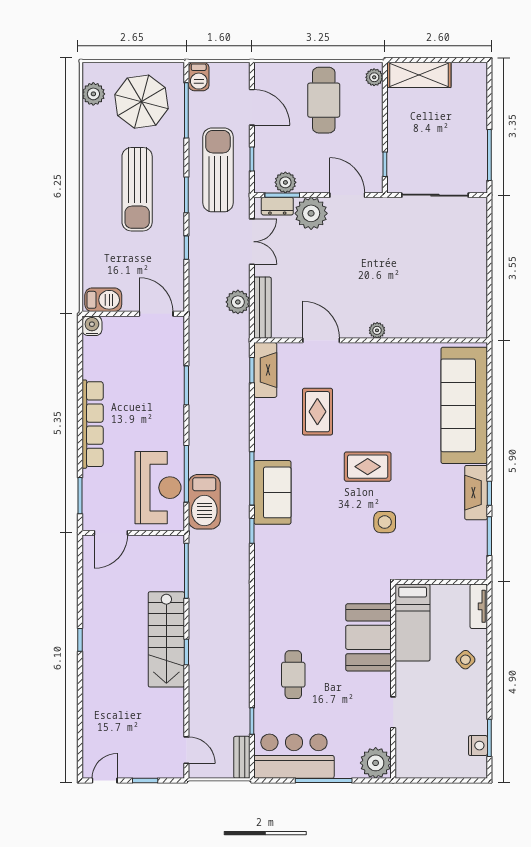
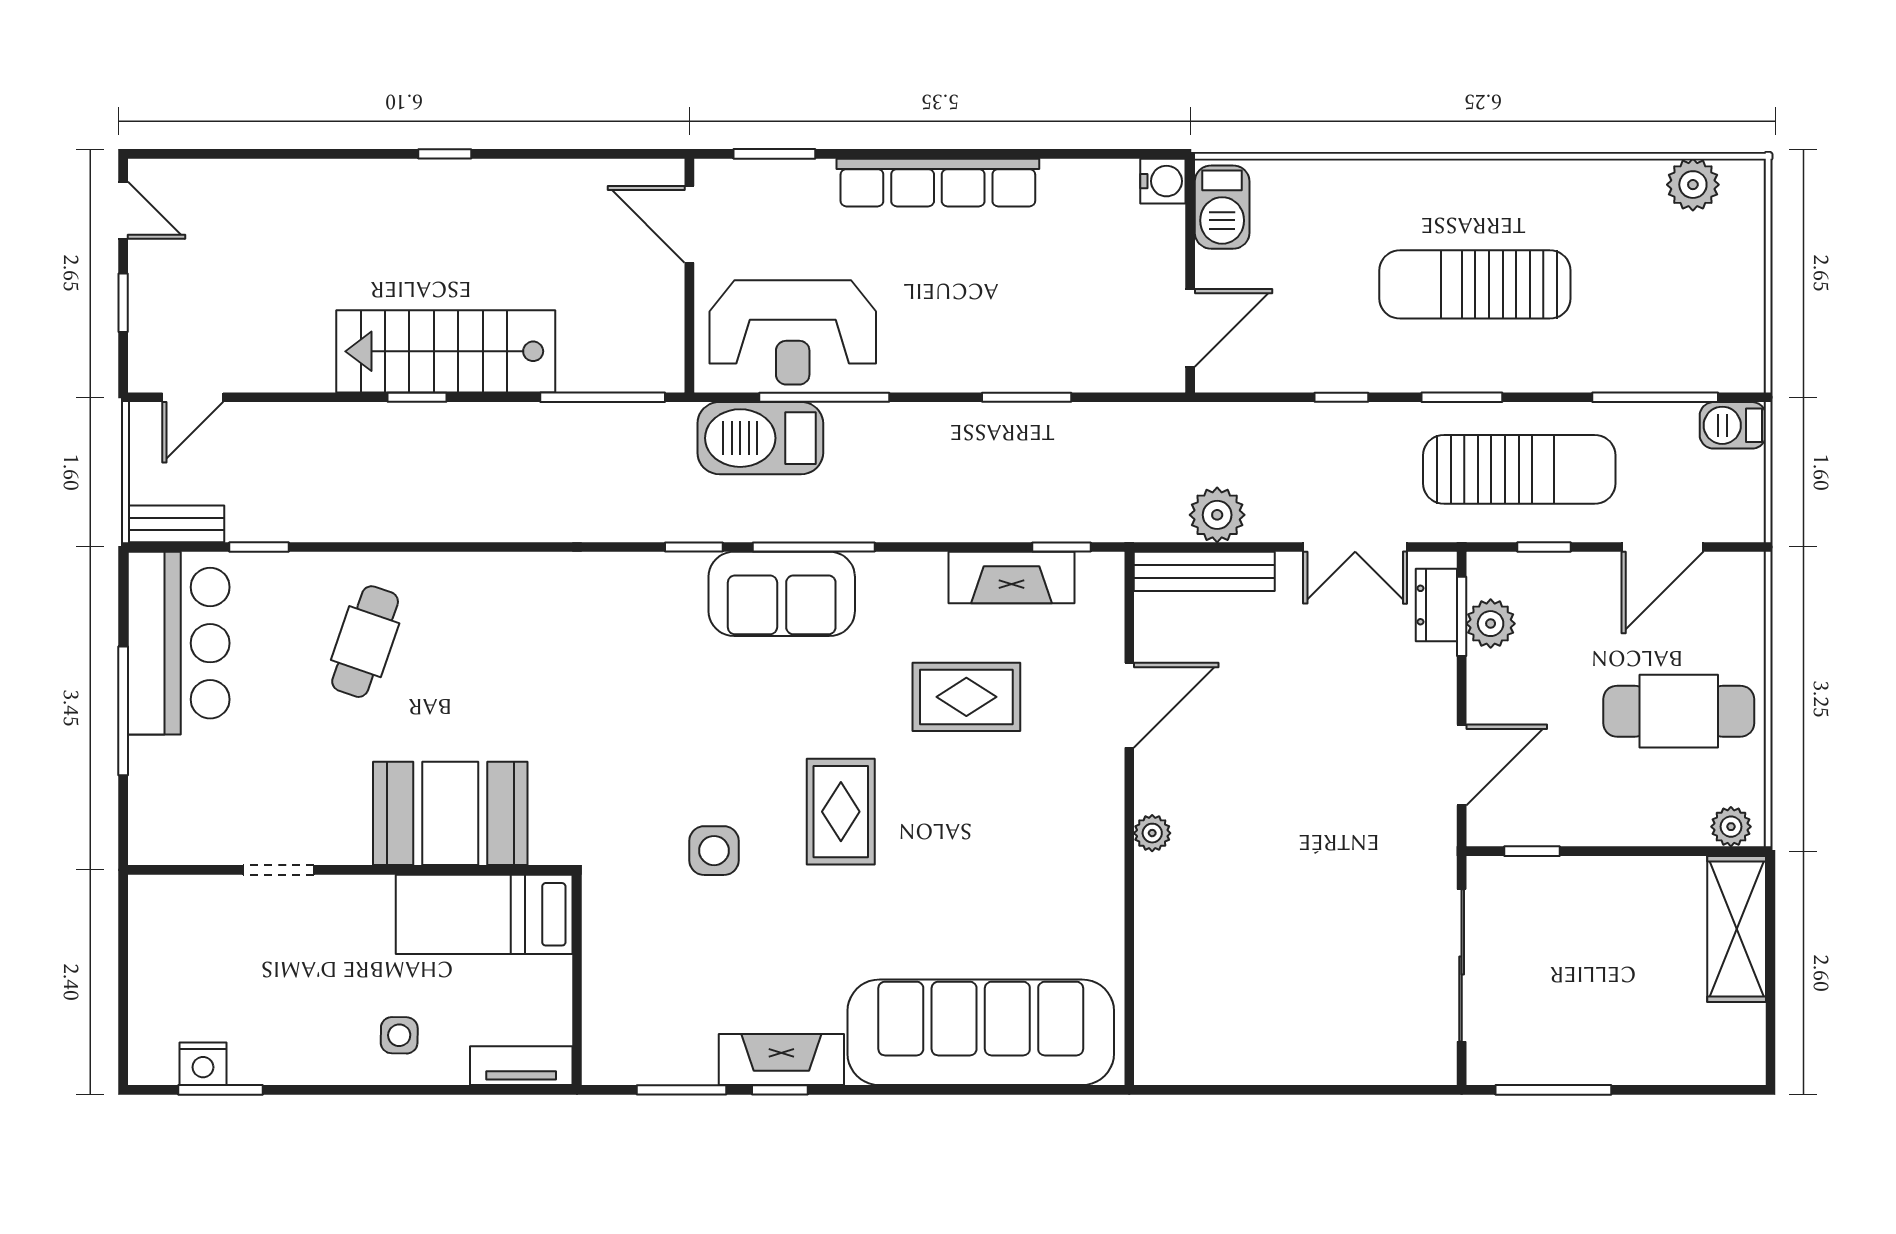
parasol: (141, 102) -> (1675, 294), removed
plant: (311, 213) -> (1420, 682), removed
fireplace: (265, 370) -> (1012, 578), moved
side table: (465, 660) -> (399, 1035), turned 45
cafe table: (293, 675) -> (365, 642), turned -71
plant: (376, 763) -> (163, 830), removed

